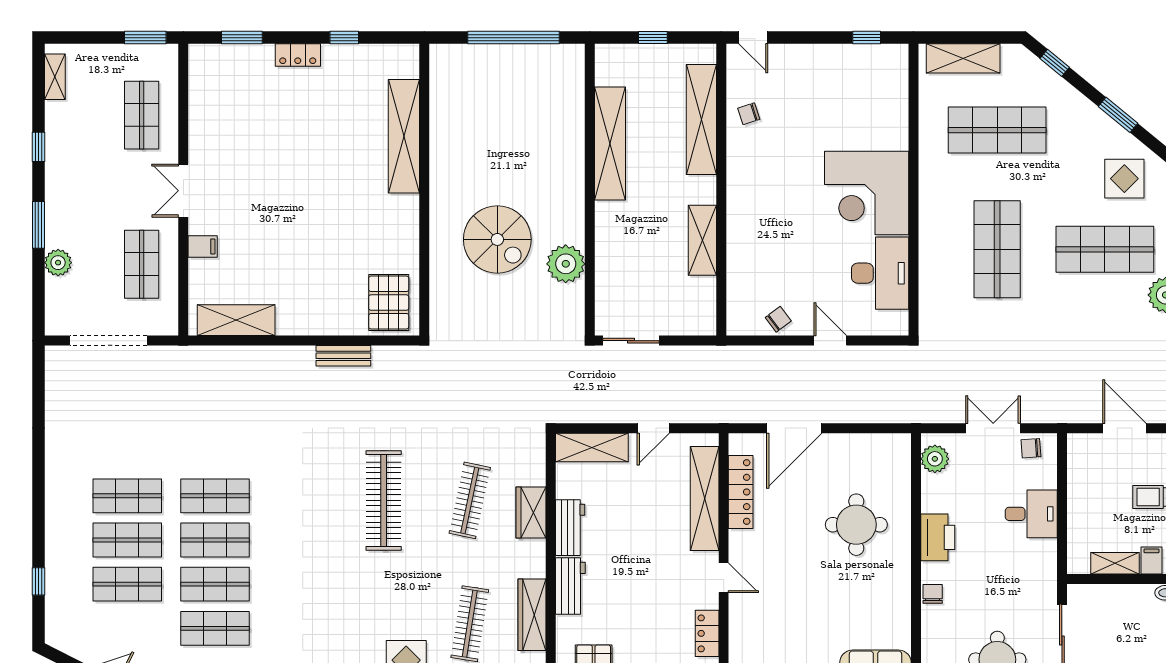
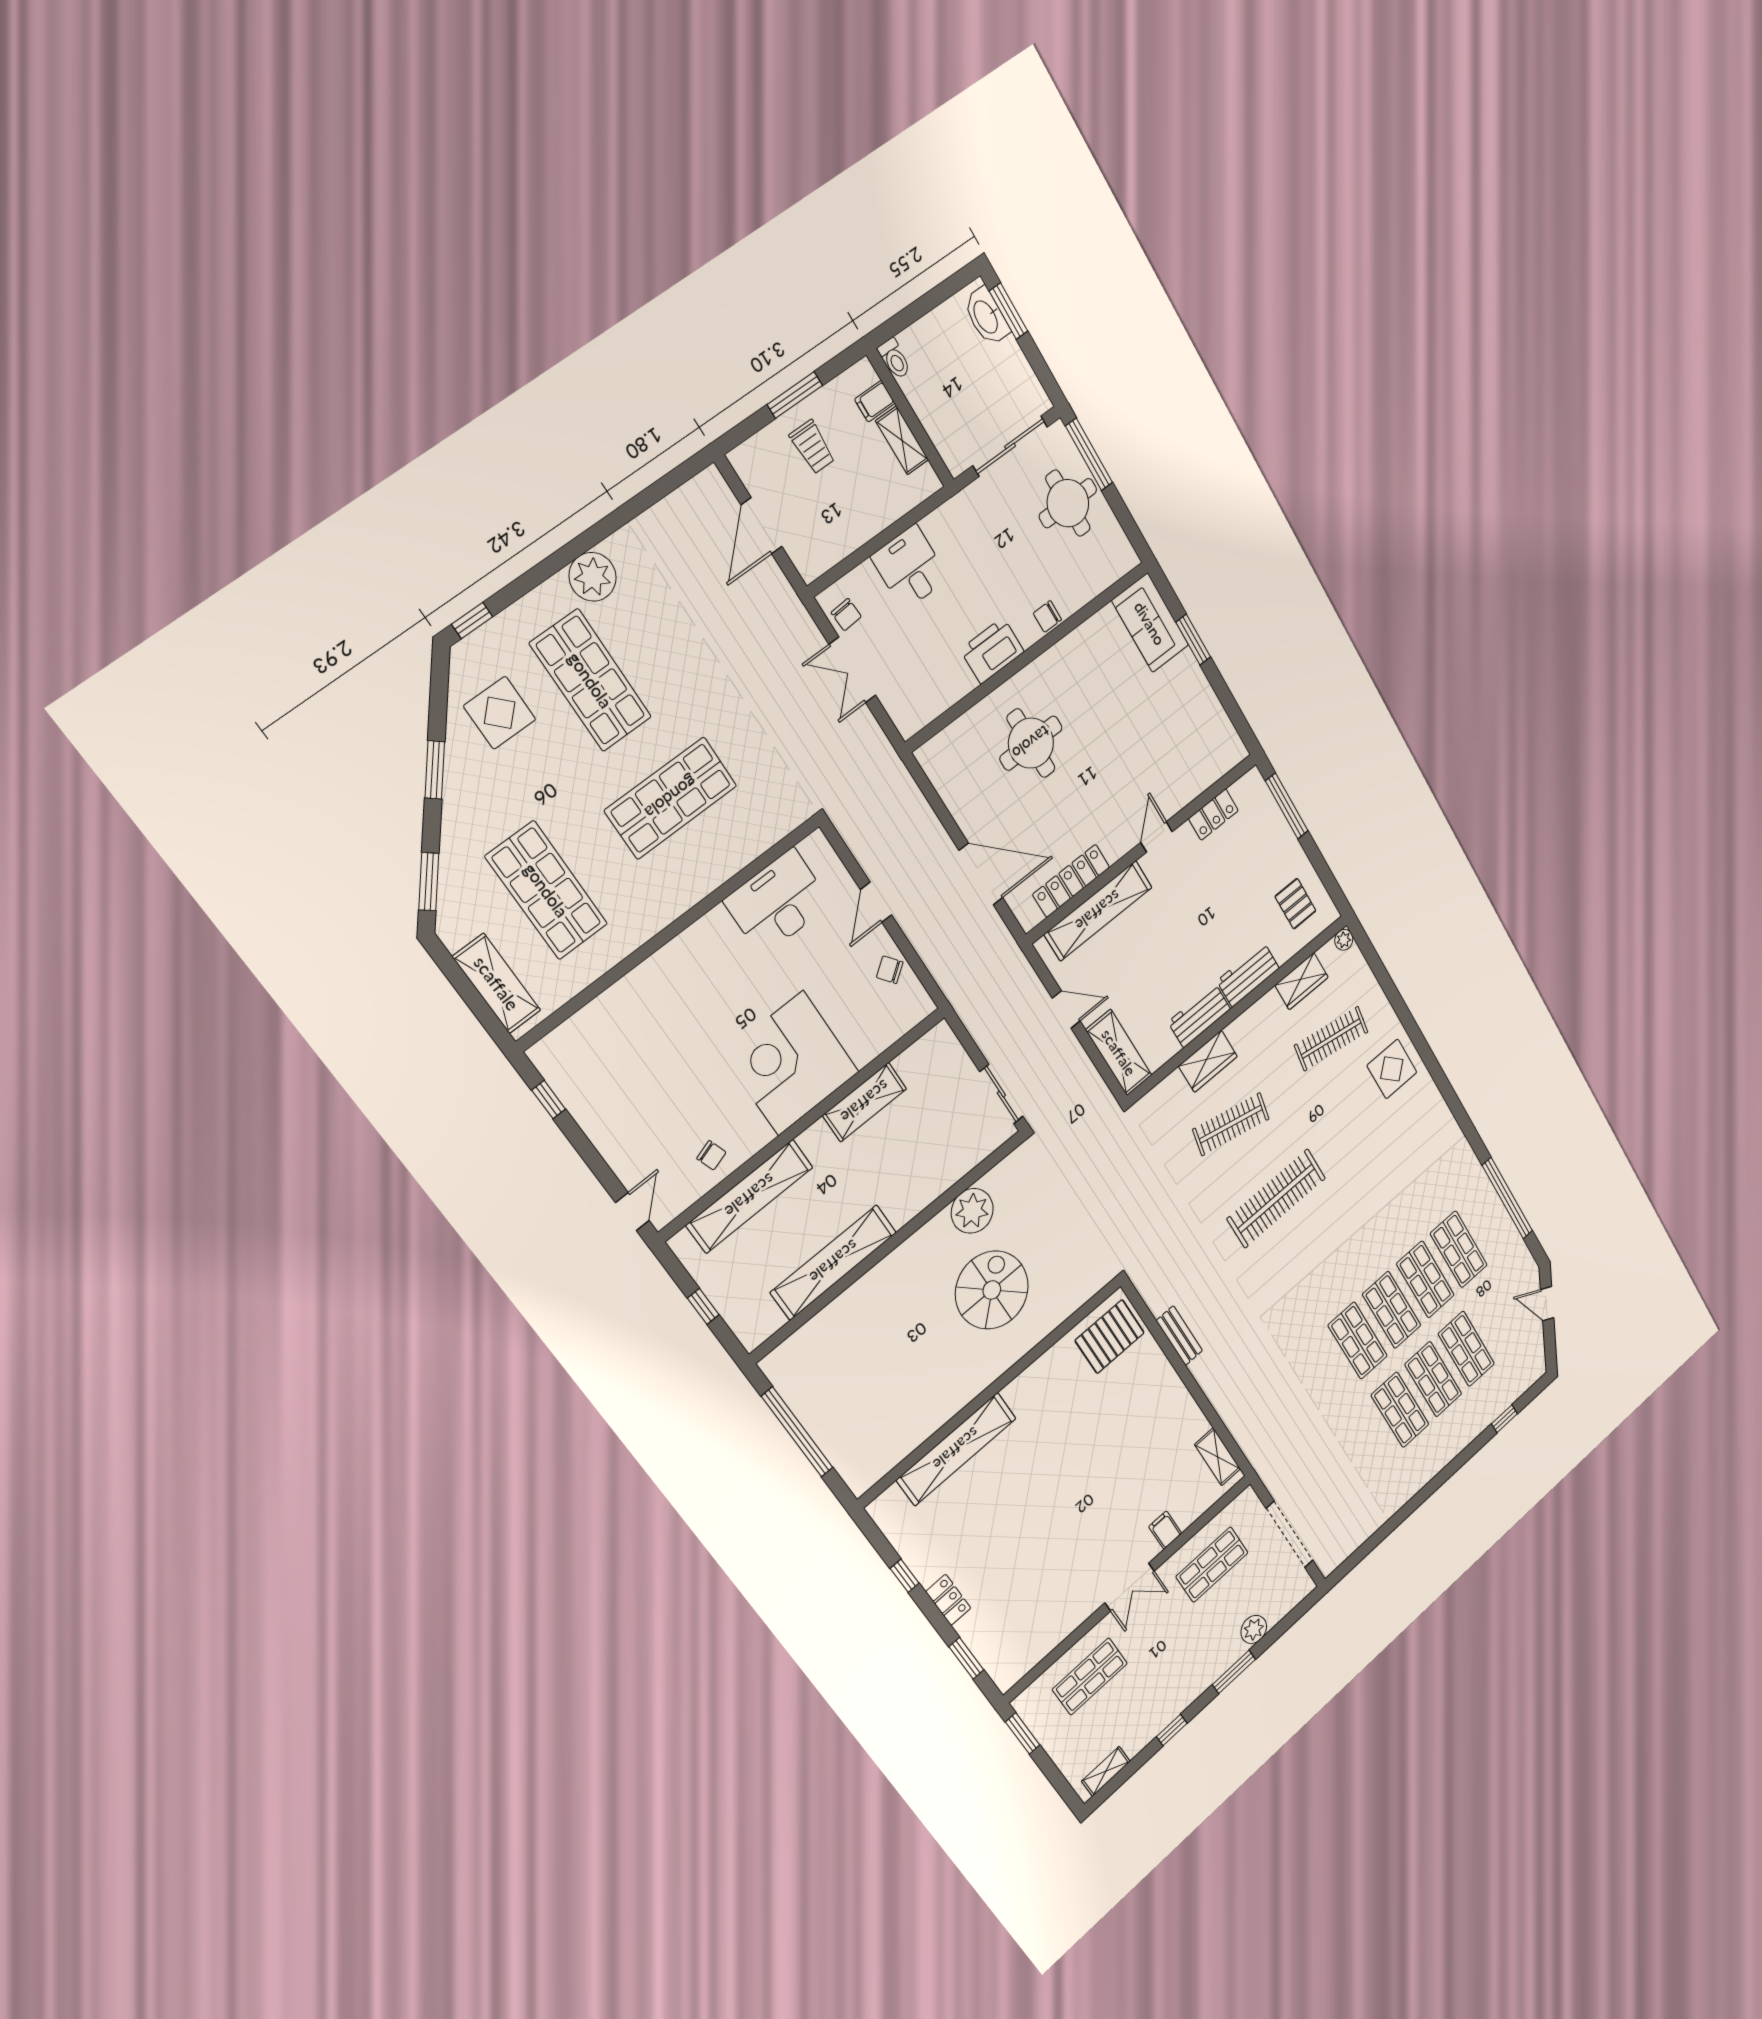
window: (1055, 63) -> (429, 882), width x1.50
corner desk: (867, 193) -> (791, 1063), moved, turned 180
shelving: (236, 320) -> (1218, 1457), width x0.67, depth x0.75
plant: (935, 459) -> (920, 709), removed
wardrobe: (532, 615) -> (1302, 981), width x0.67

